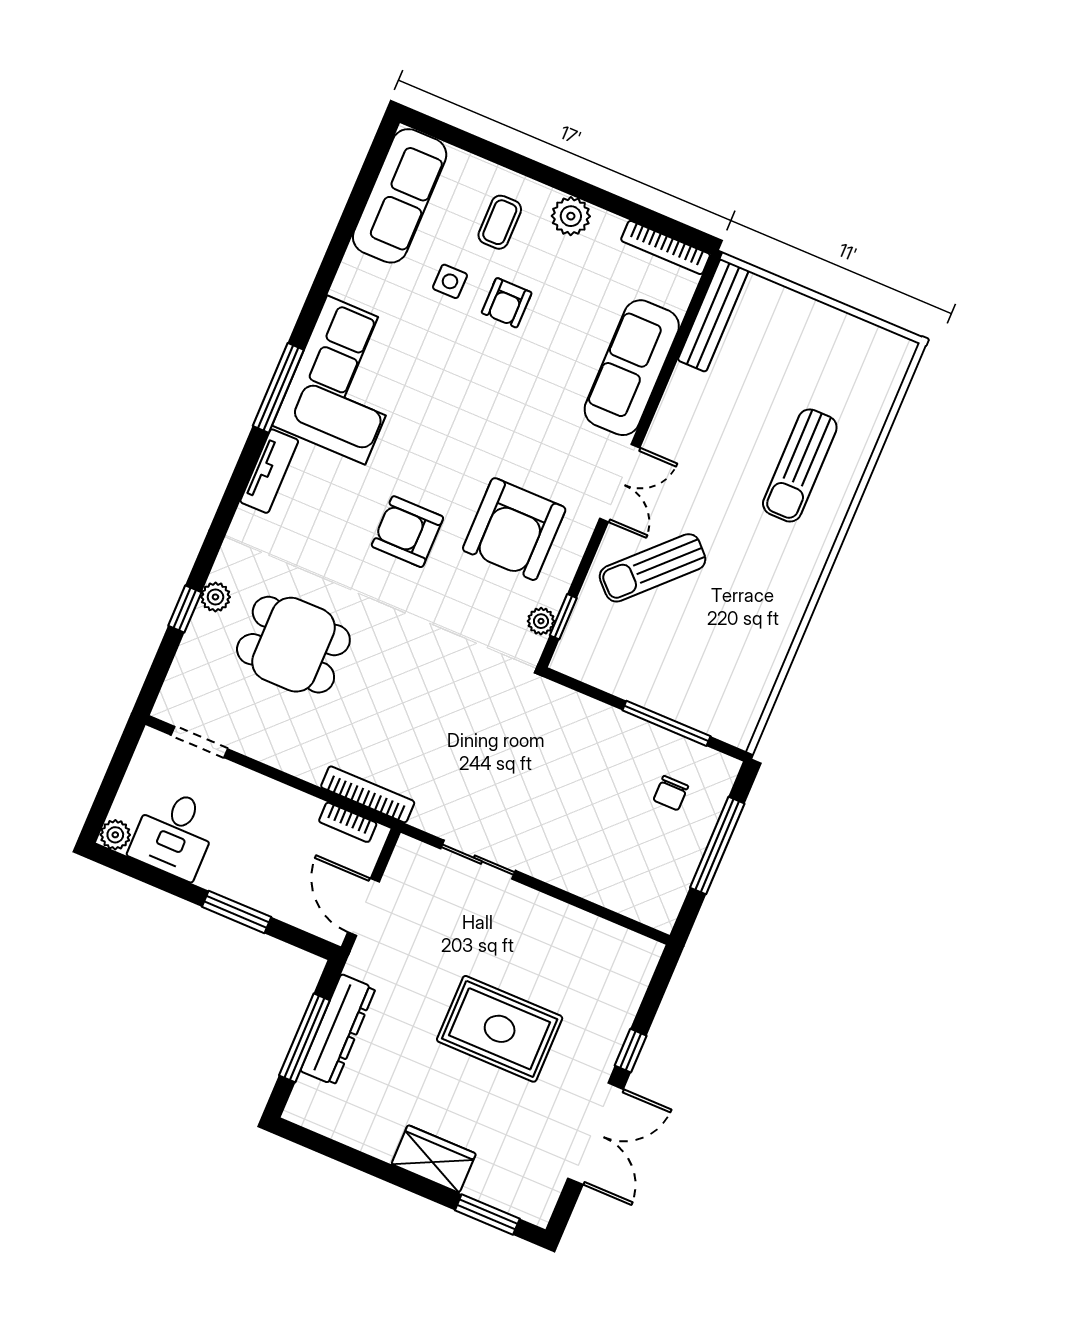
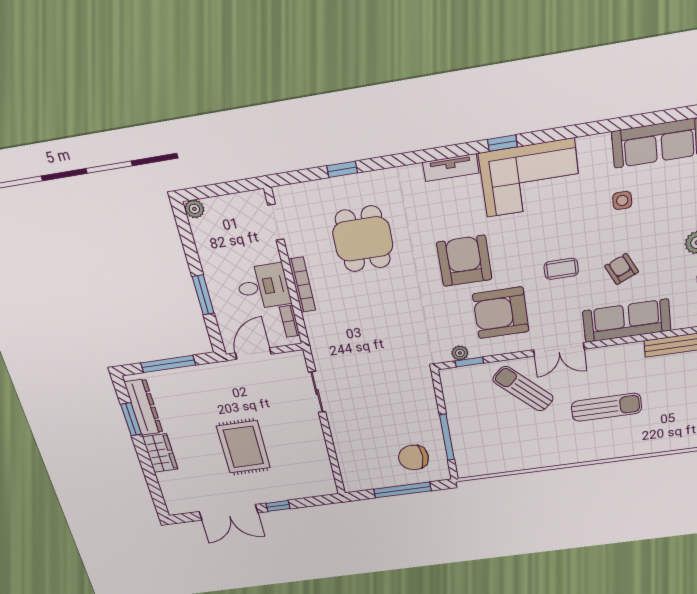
coffee table: (500, 222) -> (561, 269), moved
armchair: (507, 303) -> (622, 269), moved, turned 65
window: (278, 388) -> (502, 143), width x0.46
sun lounger: (800, 465) -> (607, 407), moved, turned 180
armchair: (407, 532) -> (464, 261), width x1.36, depth x1.36
plant: (215, 597) -> (360, 182), removed
chair: (671, 793) -> (413, 458), width x1.87, depth x1.87
bookcase: (368, 794) -> (302, 285), moved
desk: (174, 834) -> (263, 287), moved, turned 180
dresser: (338, 1030) -> (144, 407), moved, turned -90
window: (487, 1214) -> (131, 419), moved

